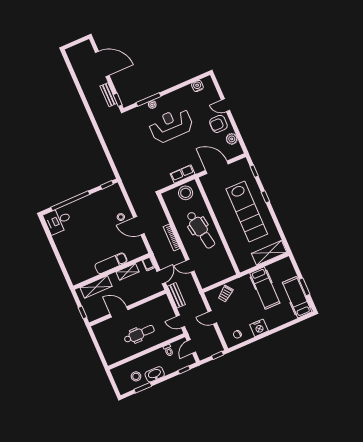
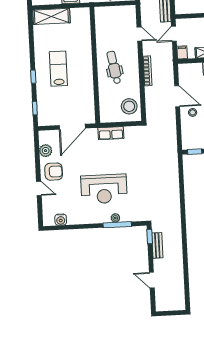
door: (102, 64) -> (152, 280), width x0.53
door: (217, 167) -> (72, 127), hinge flipped
stool: (186, 193) -> (129, 106), moved
lab bench: (247, 212) -> (58, 69), width x0.54, depth x0.72
dental chair: (201, 230) -> (114, 67), width x0.73, depth x0.72

